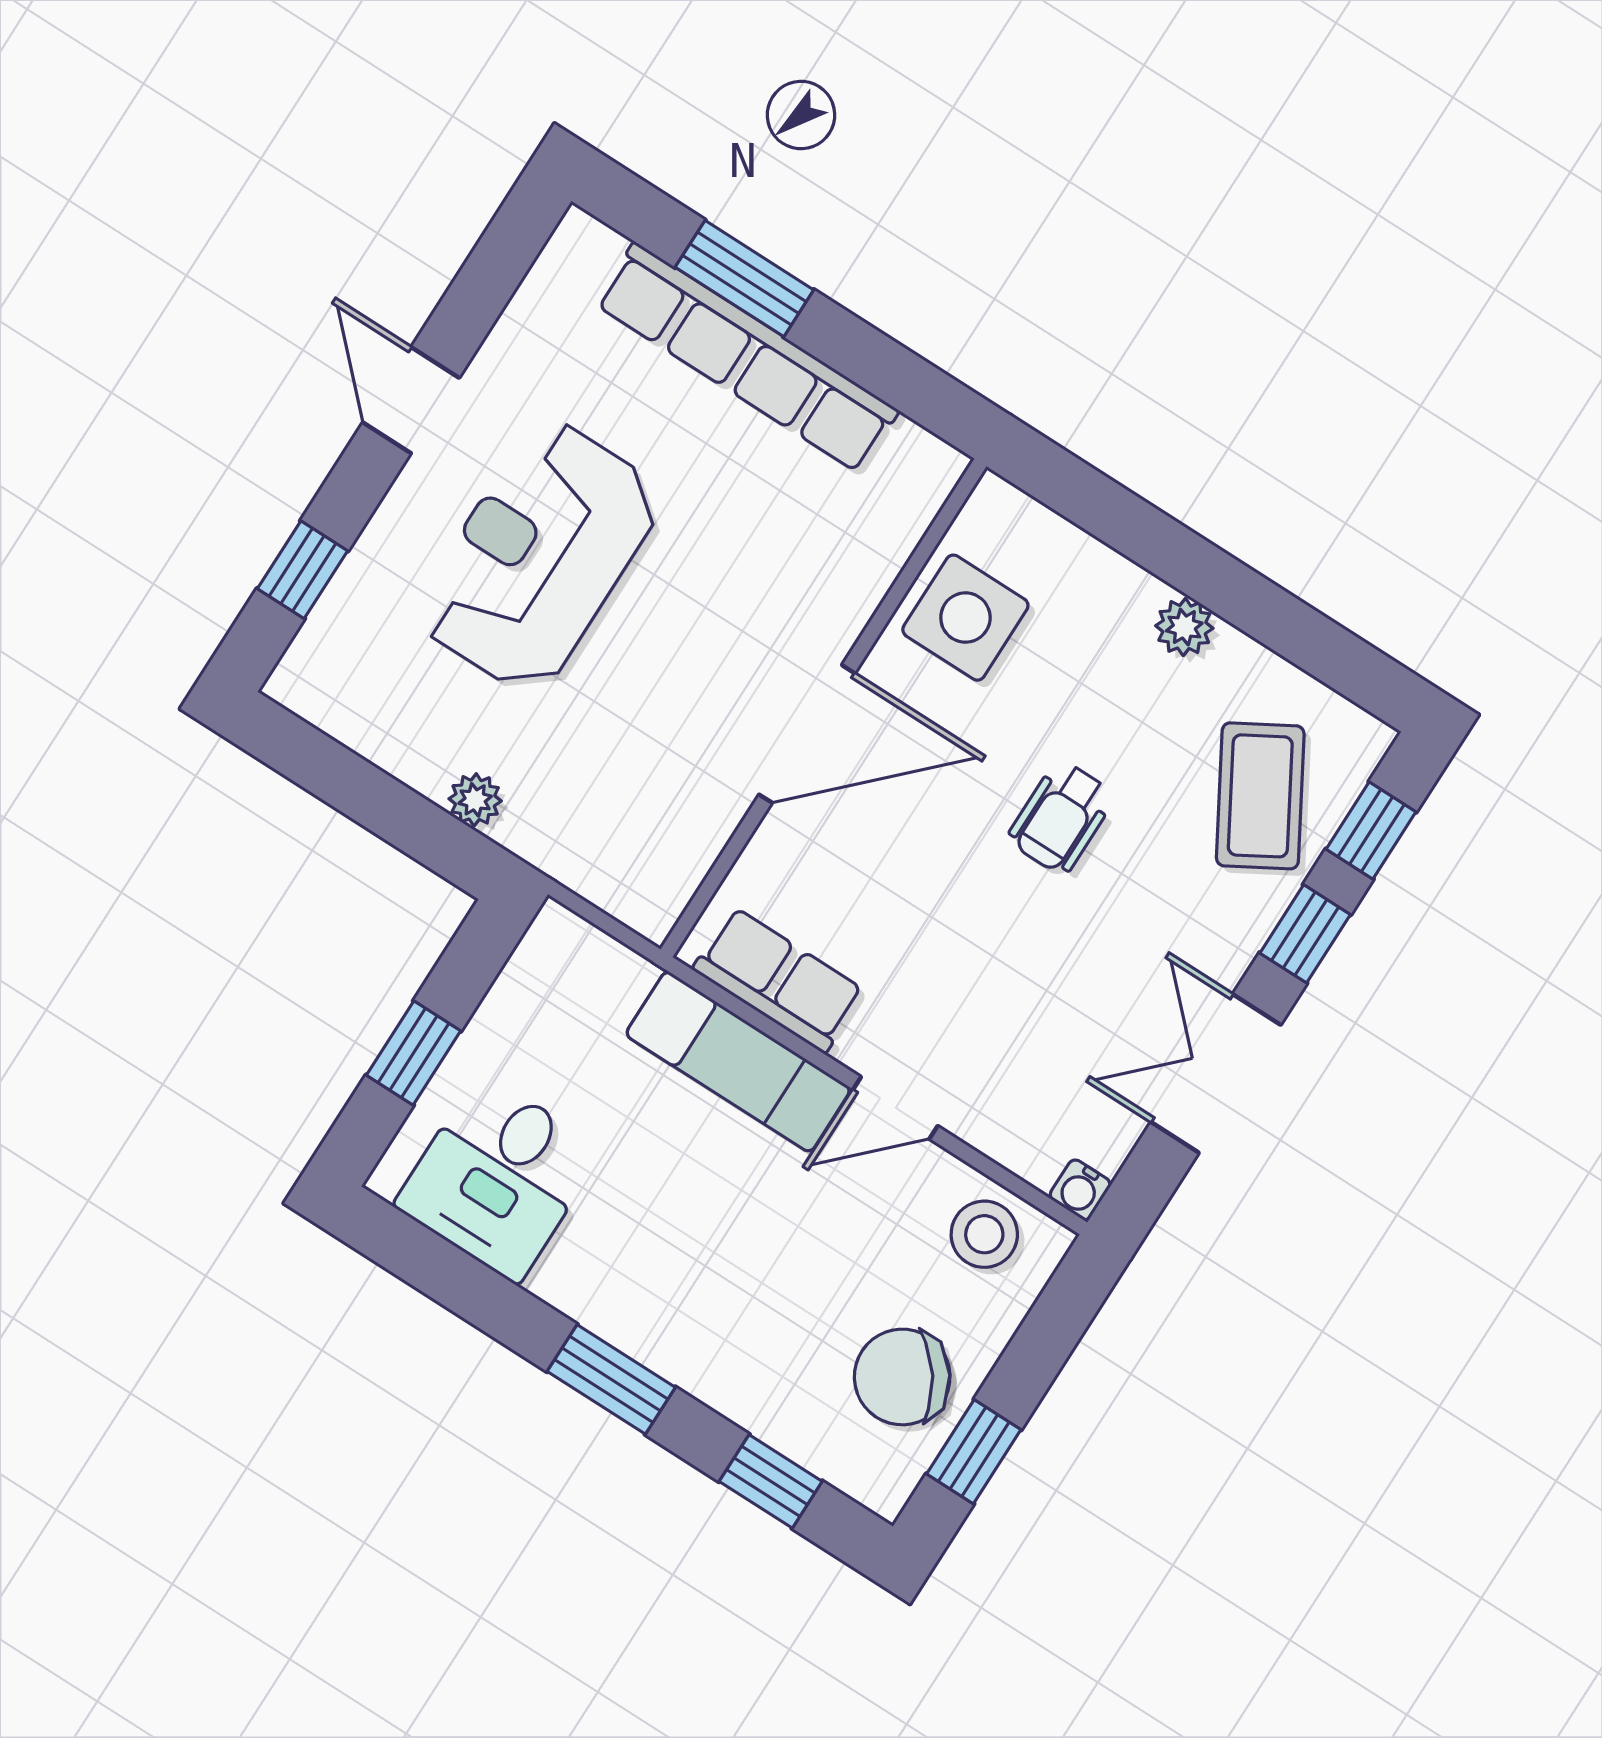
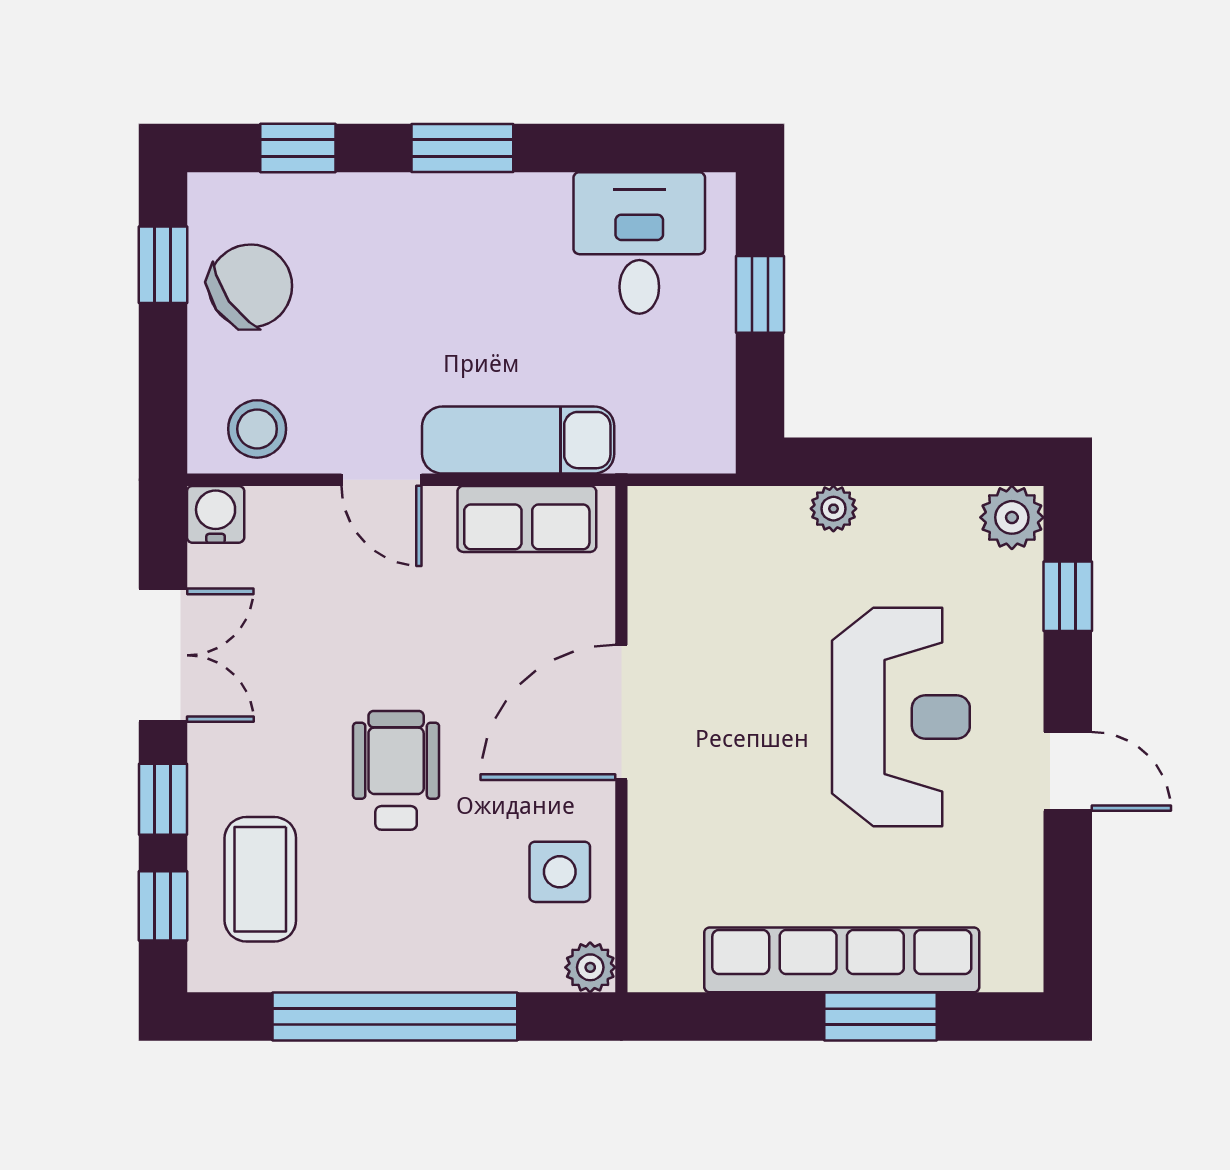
window: (1215, 579) -> (395, 1017), added
side table: (965, 618) -> (560, 872), width x0.73, depth x0.73
plant: (1184, 627) -> (590, 967), moved
plant: (308, 681) -> (1012, 517), added
coffee table: (1260, 796) -> (260, 879), turned 30
wheelchair: (1061, 817) -> (396, 770), width x1.36, depth x1.37
door: (895, 1108) -> (382, 480), swing flipped
water cooler: (1080, 1190) -> (216, 514), width x1.38, depth x1.38

